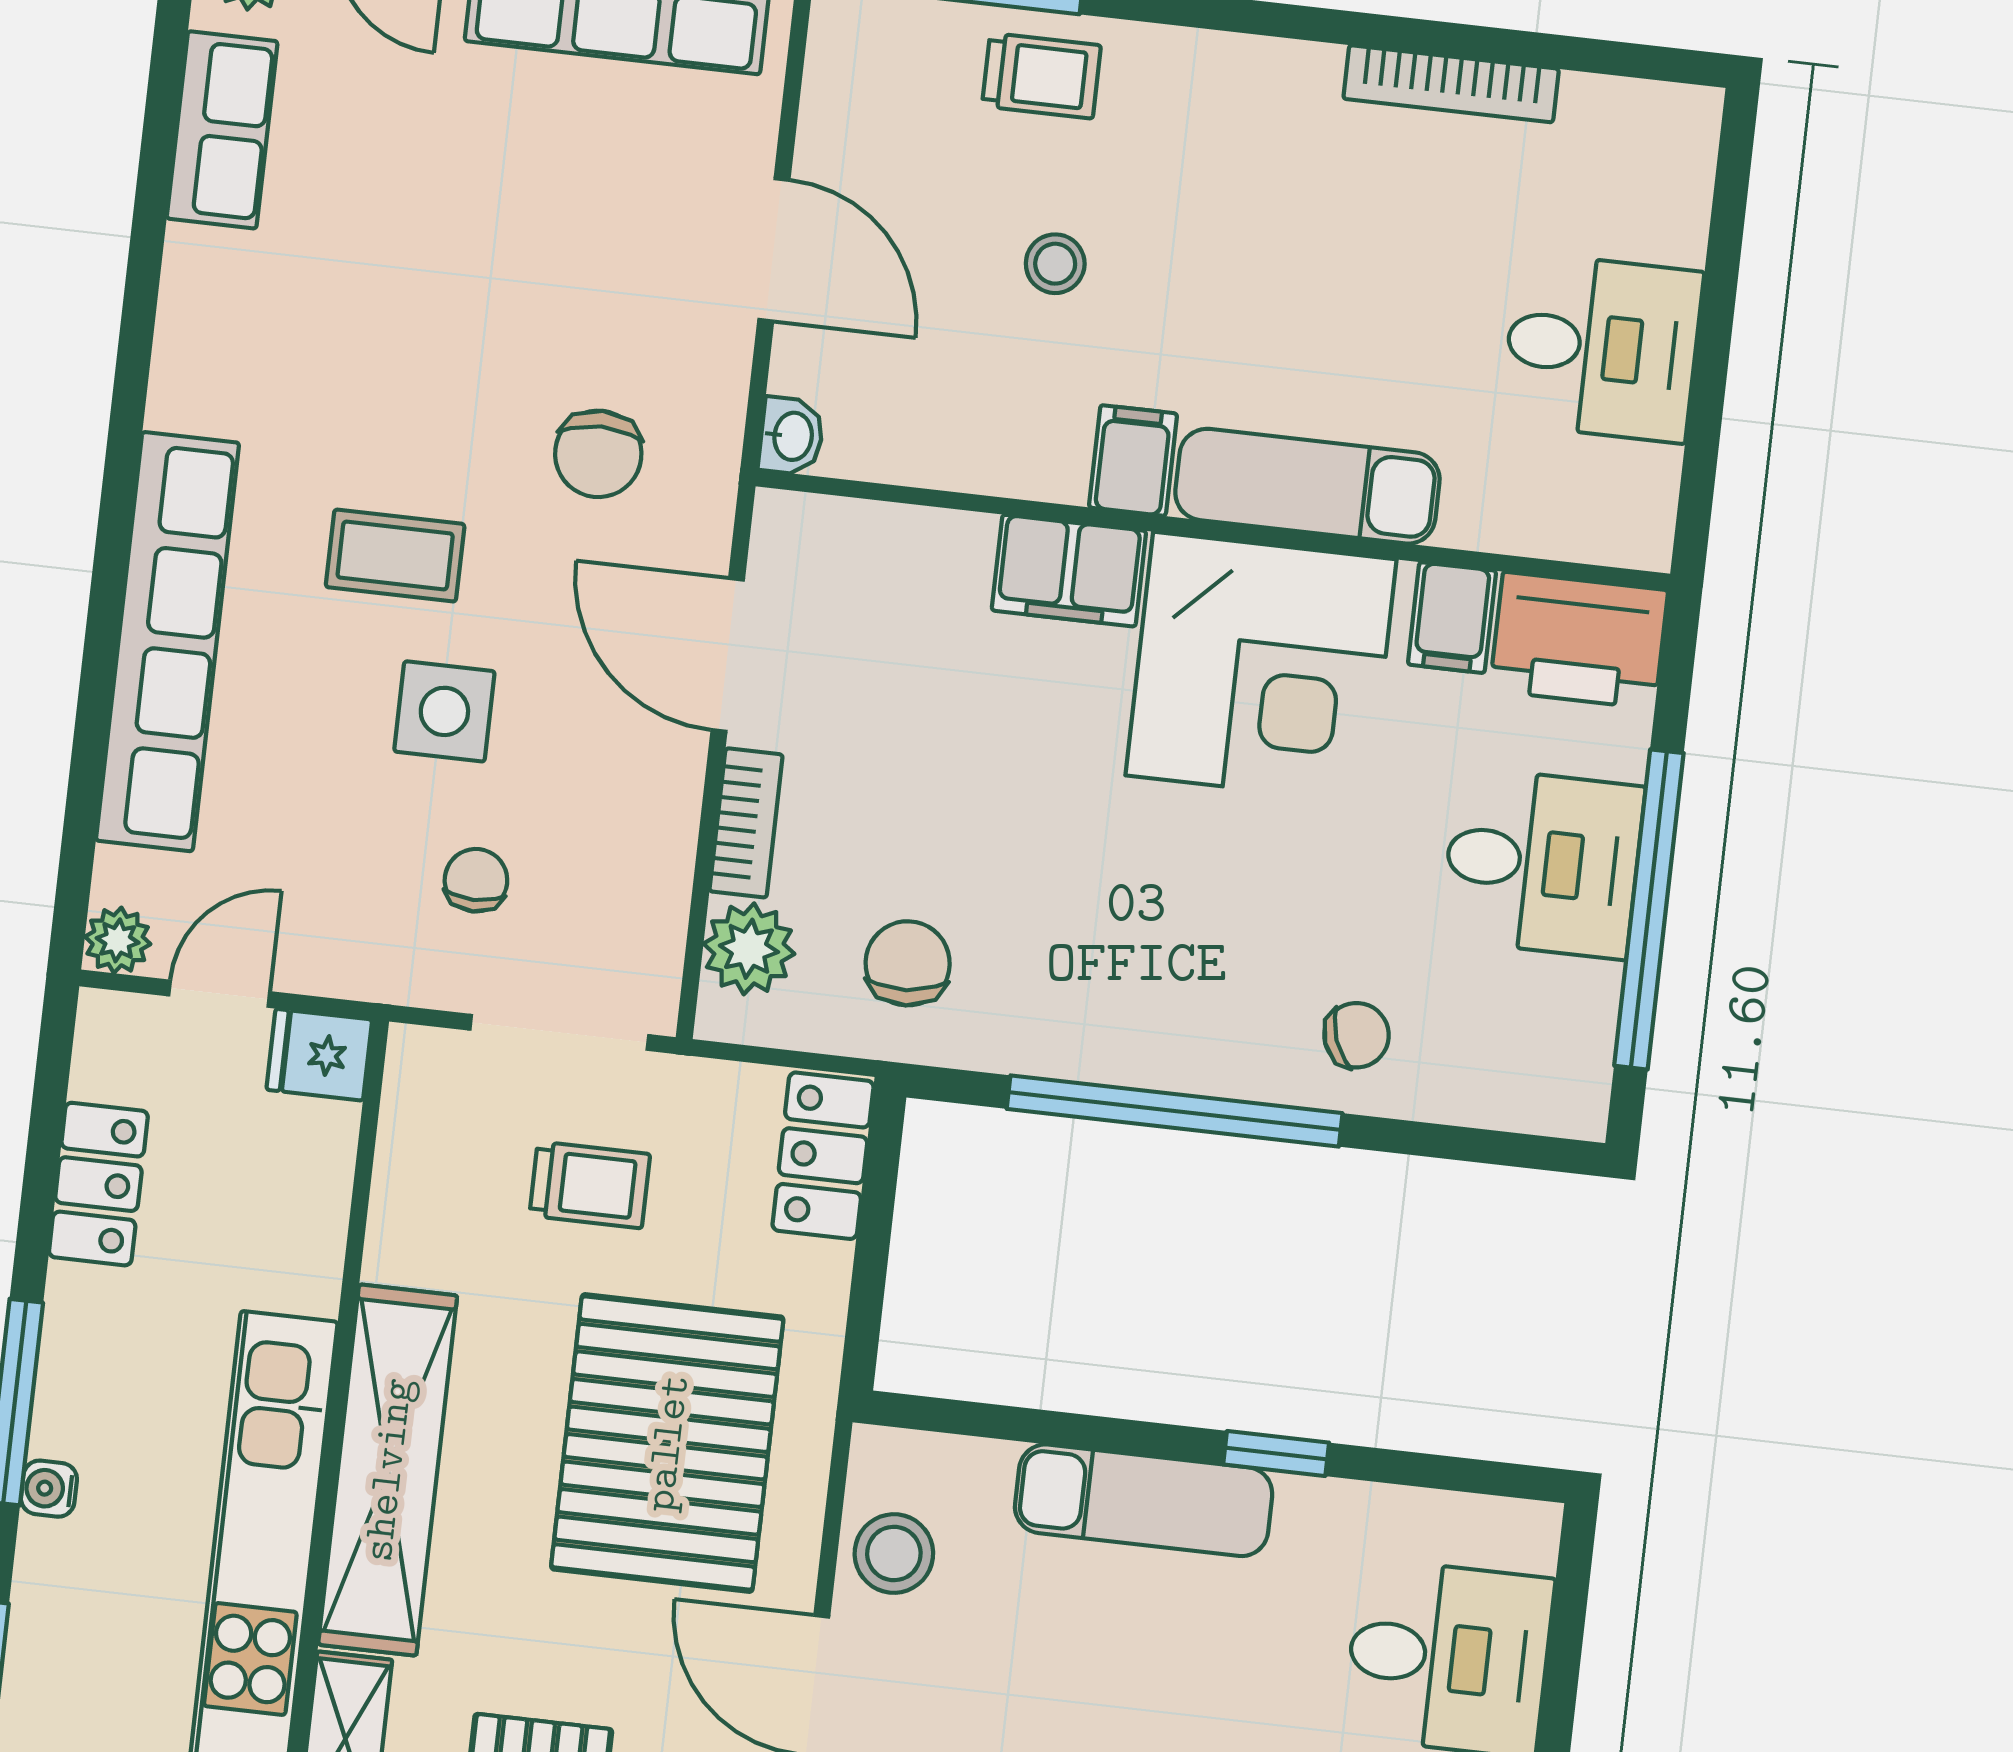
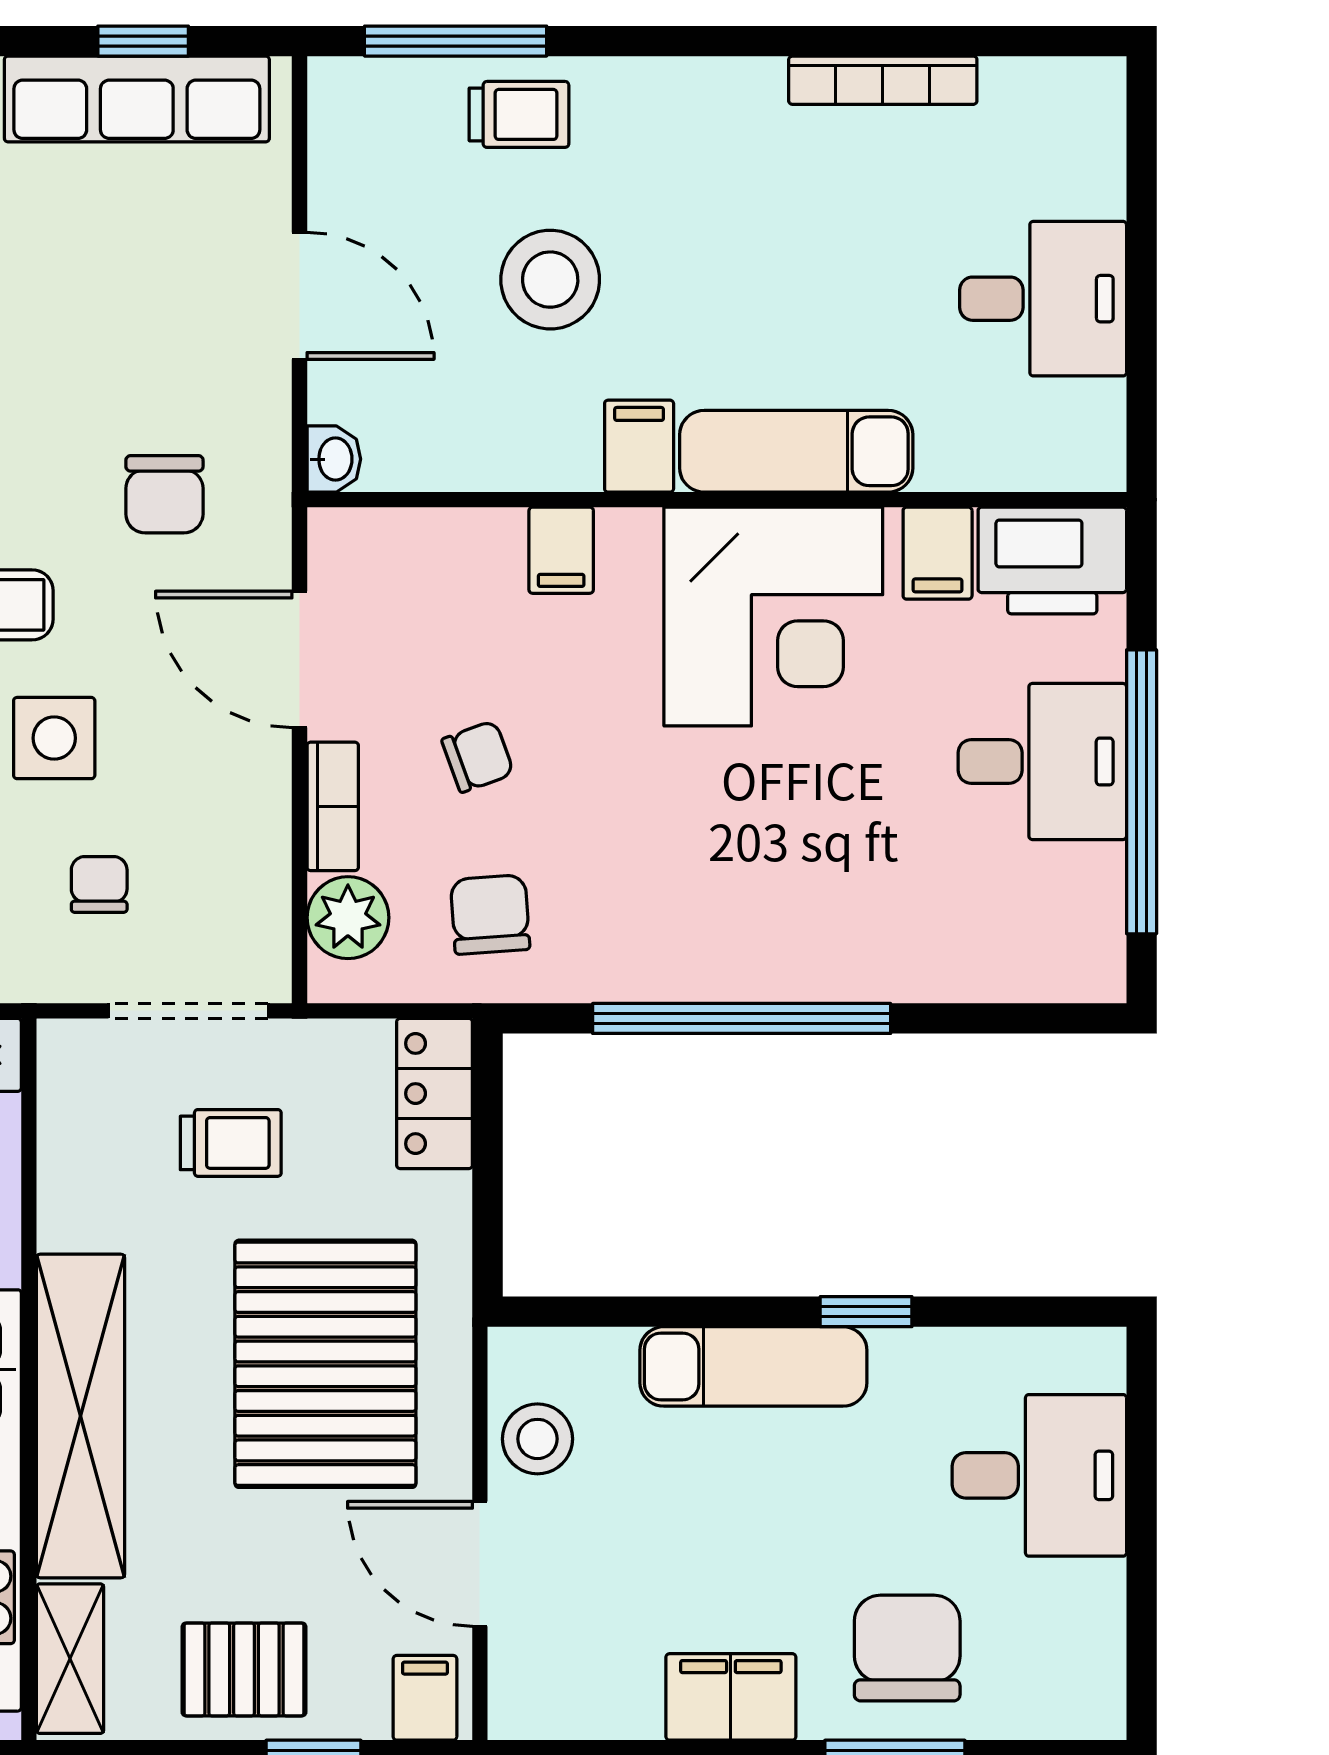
stool: (1055, 264) -> (550, 280), width x1.89, depth x1.89
filing cabinet: (1069, 571) -> (561, 550), width x0.50
chair: (1356, 1035) -> (478, 757), moved

